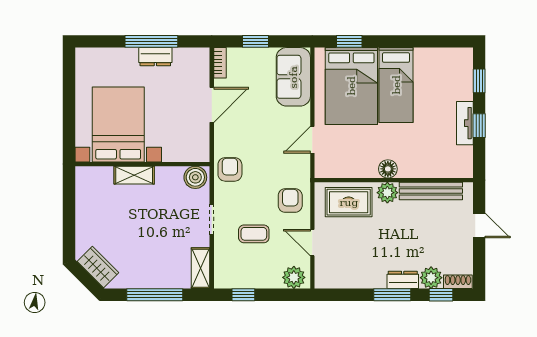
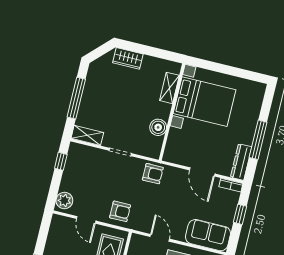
dresser: (155, 57) -> (241, 162), moved, width x1.44
shelving: (134, 175) -> (169, 88), moved
boiler: (195, 177) -> (158, 127), moved
coffee table: (254, 234) -> (103, 180), removed
door: (312, 243) -> (86, 220), swing flipped
wardrobe: (98, 267) -> (128, 58), moved, turned 45

